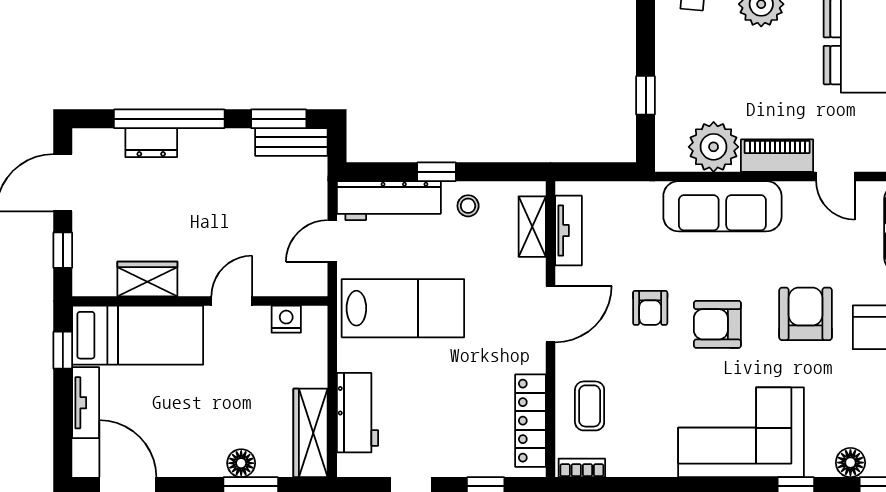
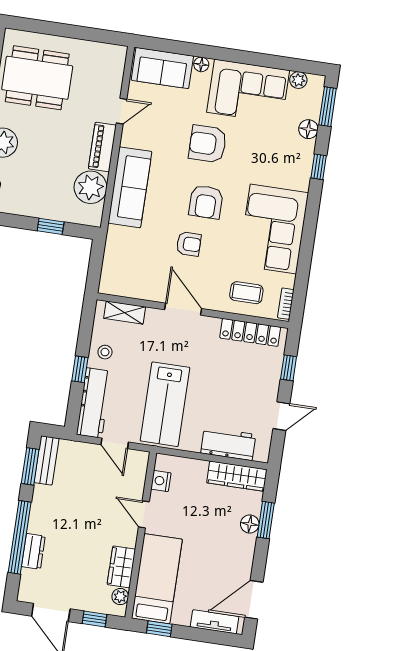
tv unit: (568, 231) -> (131, 289), removed
plant: (102, 284) -> (120, 597), added
lab bench: (403, 308) -> (165, 404), turned 180
tv unit: (86, 403) -> (215, 622), moved
corner sofa: (741, 432) -> (273, 229), moved

